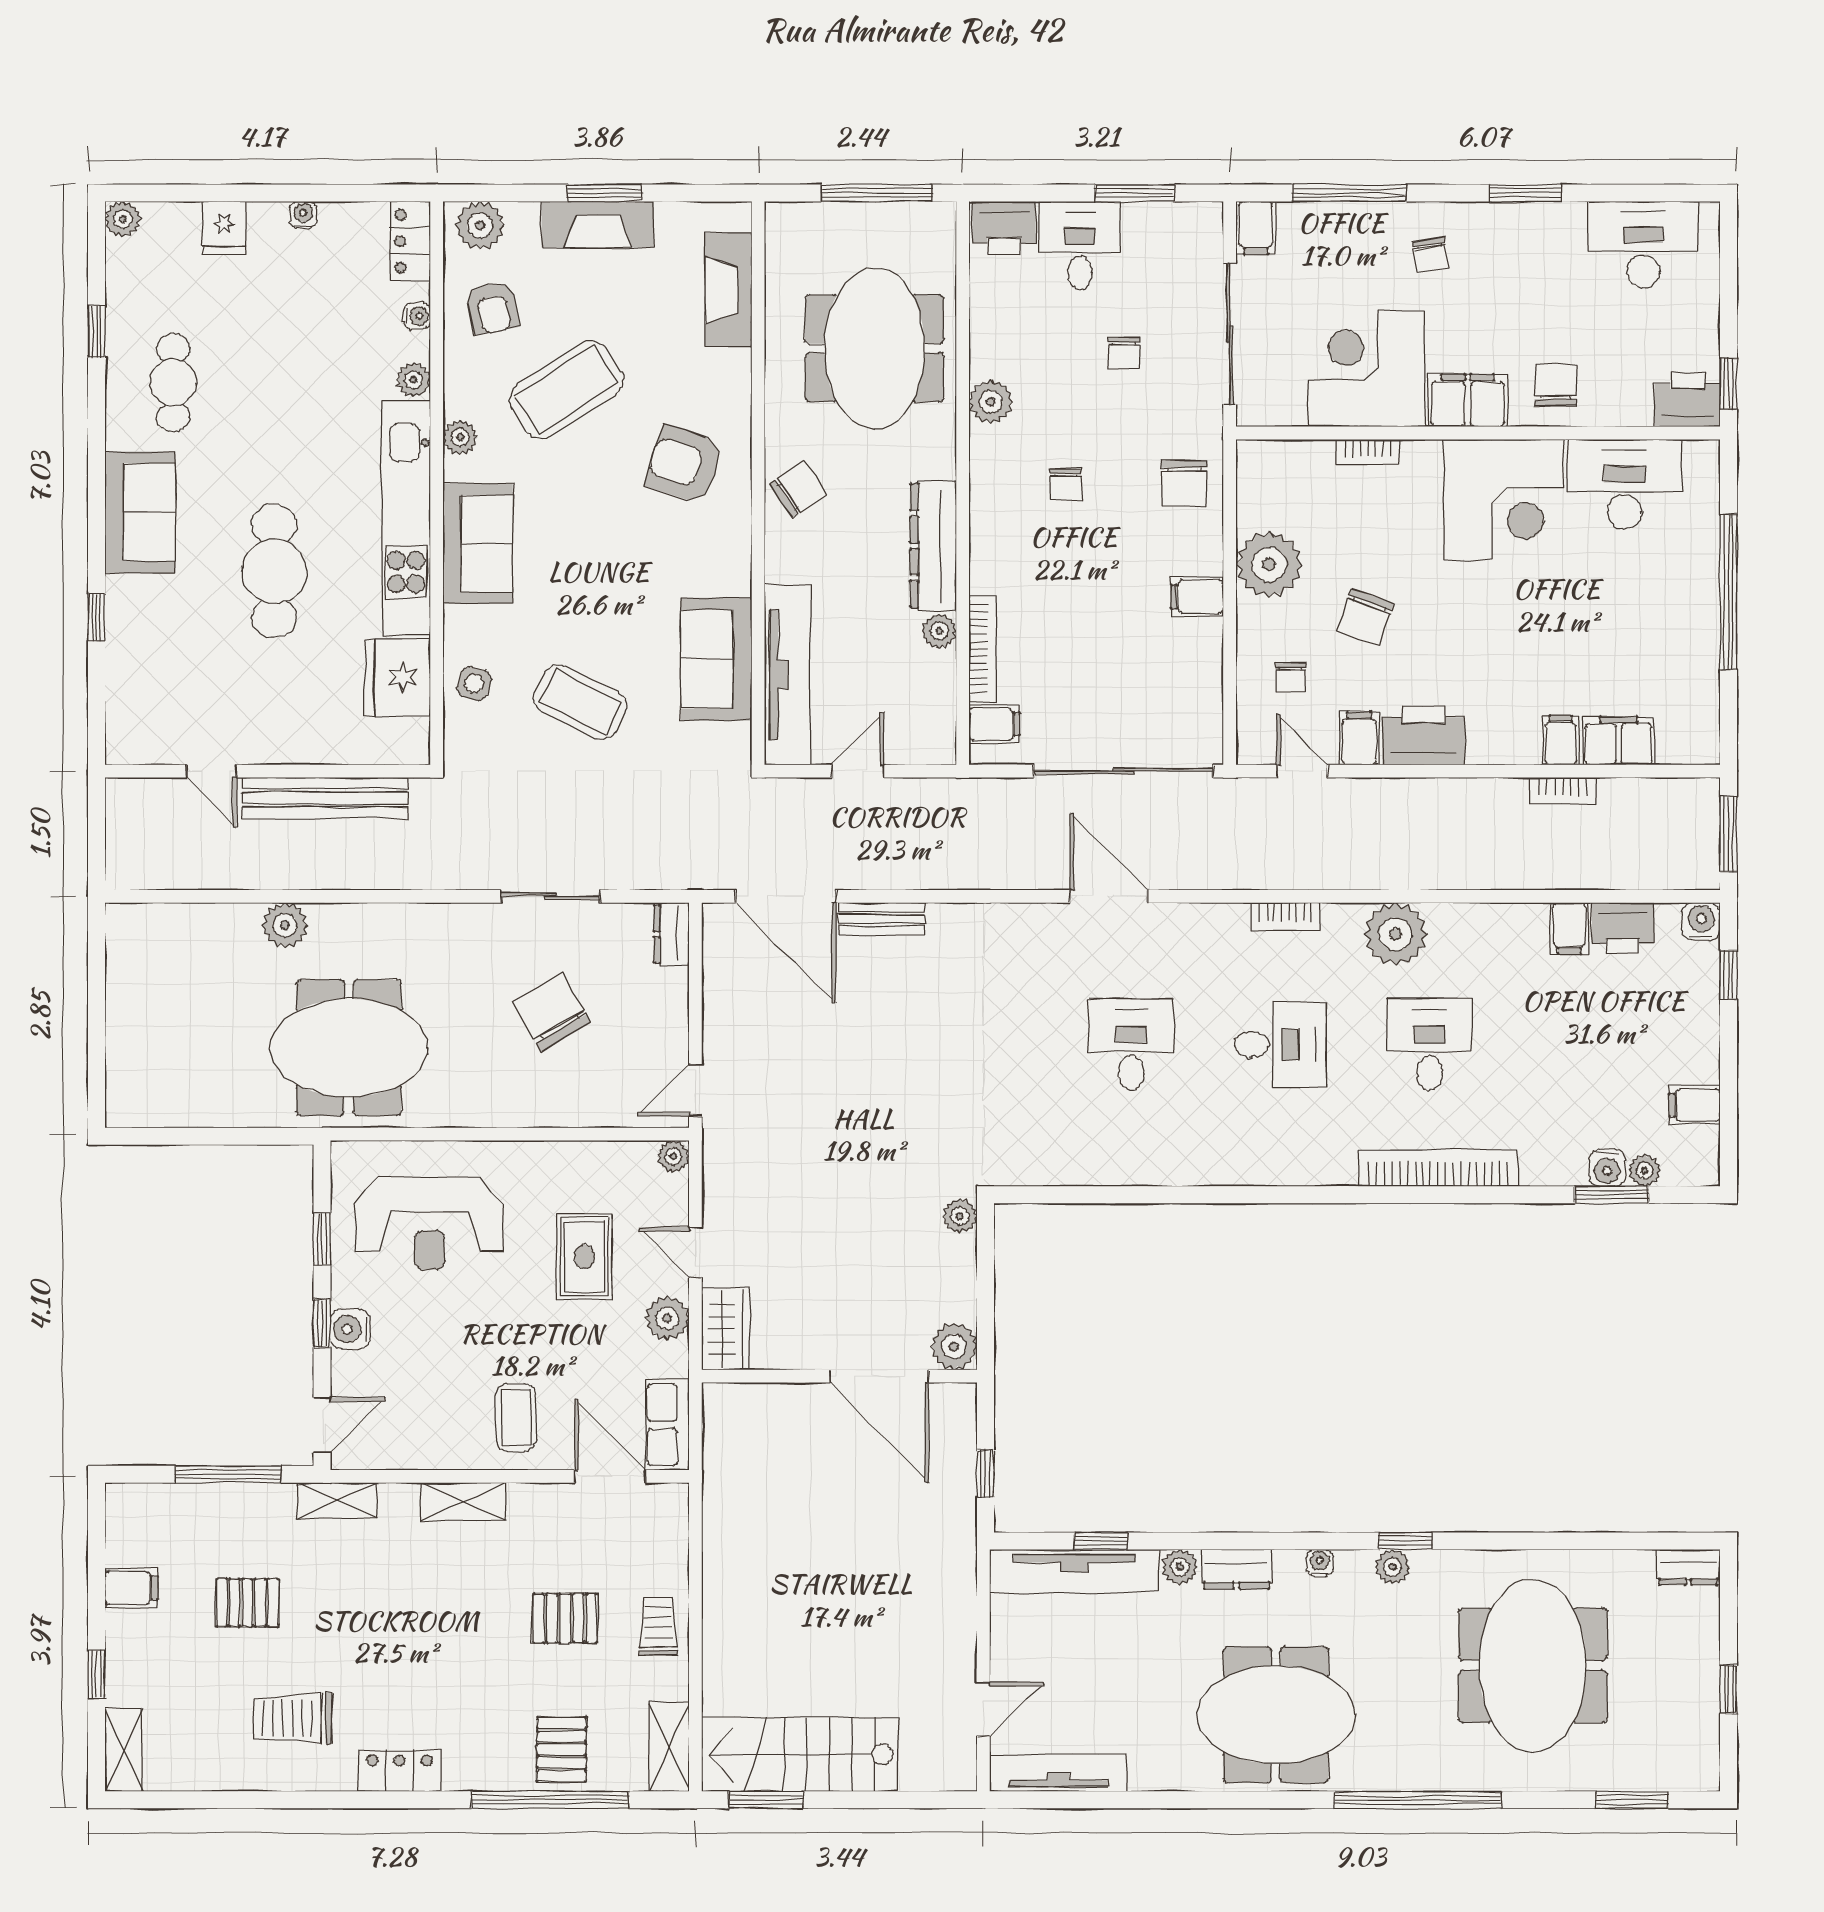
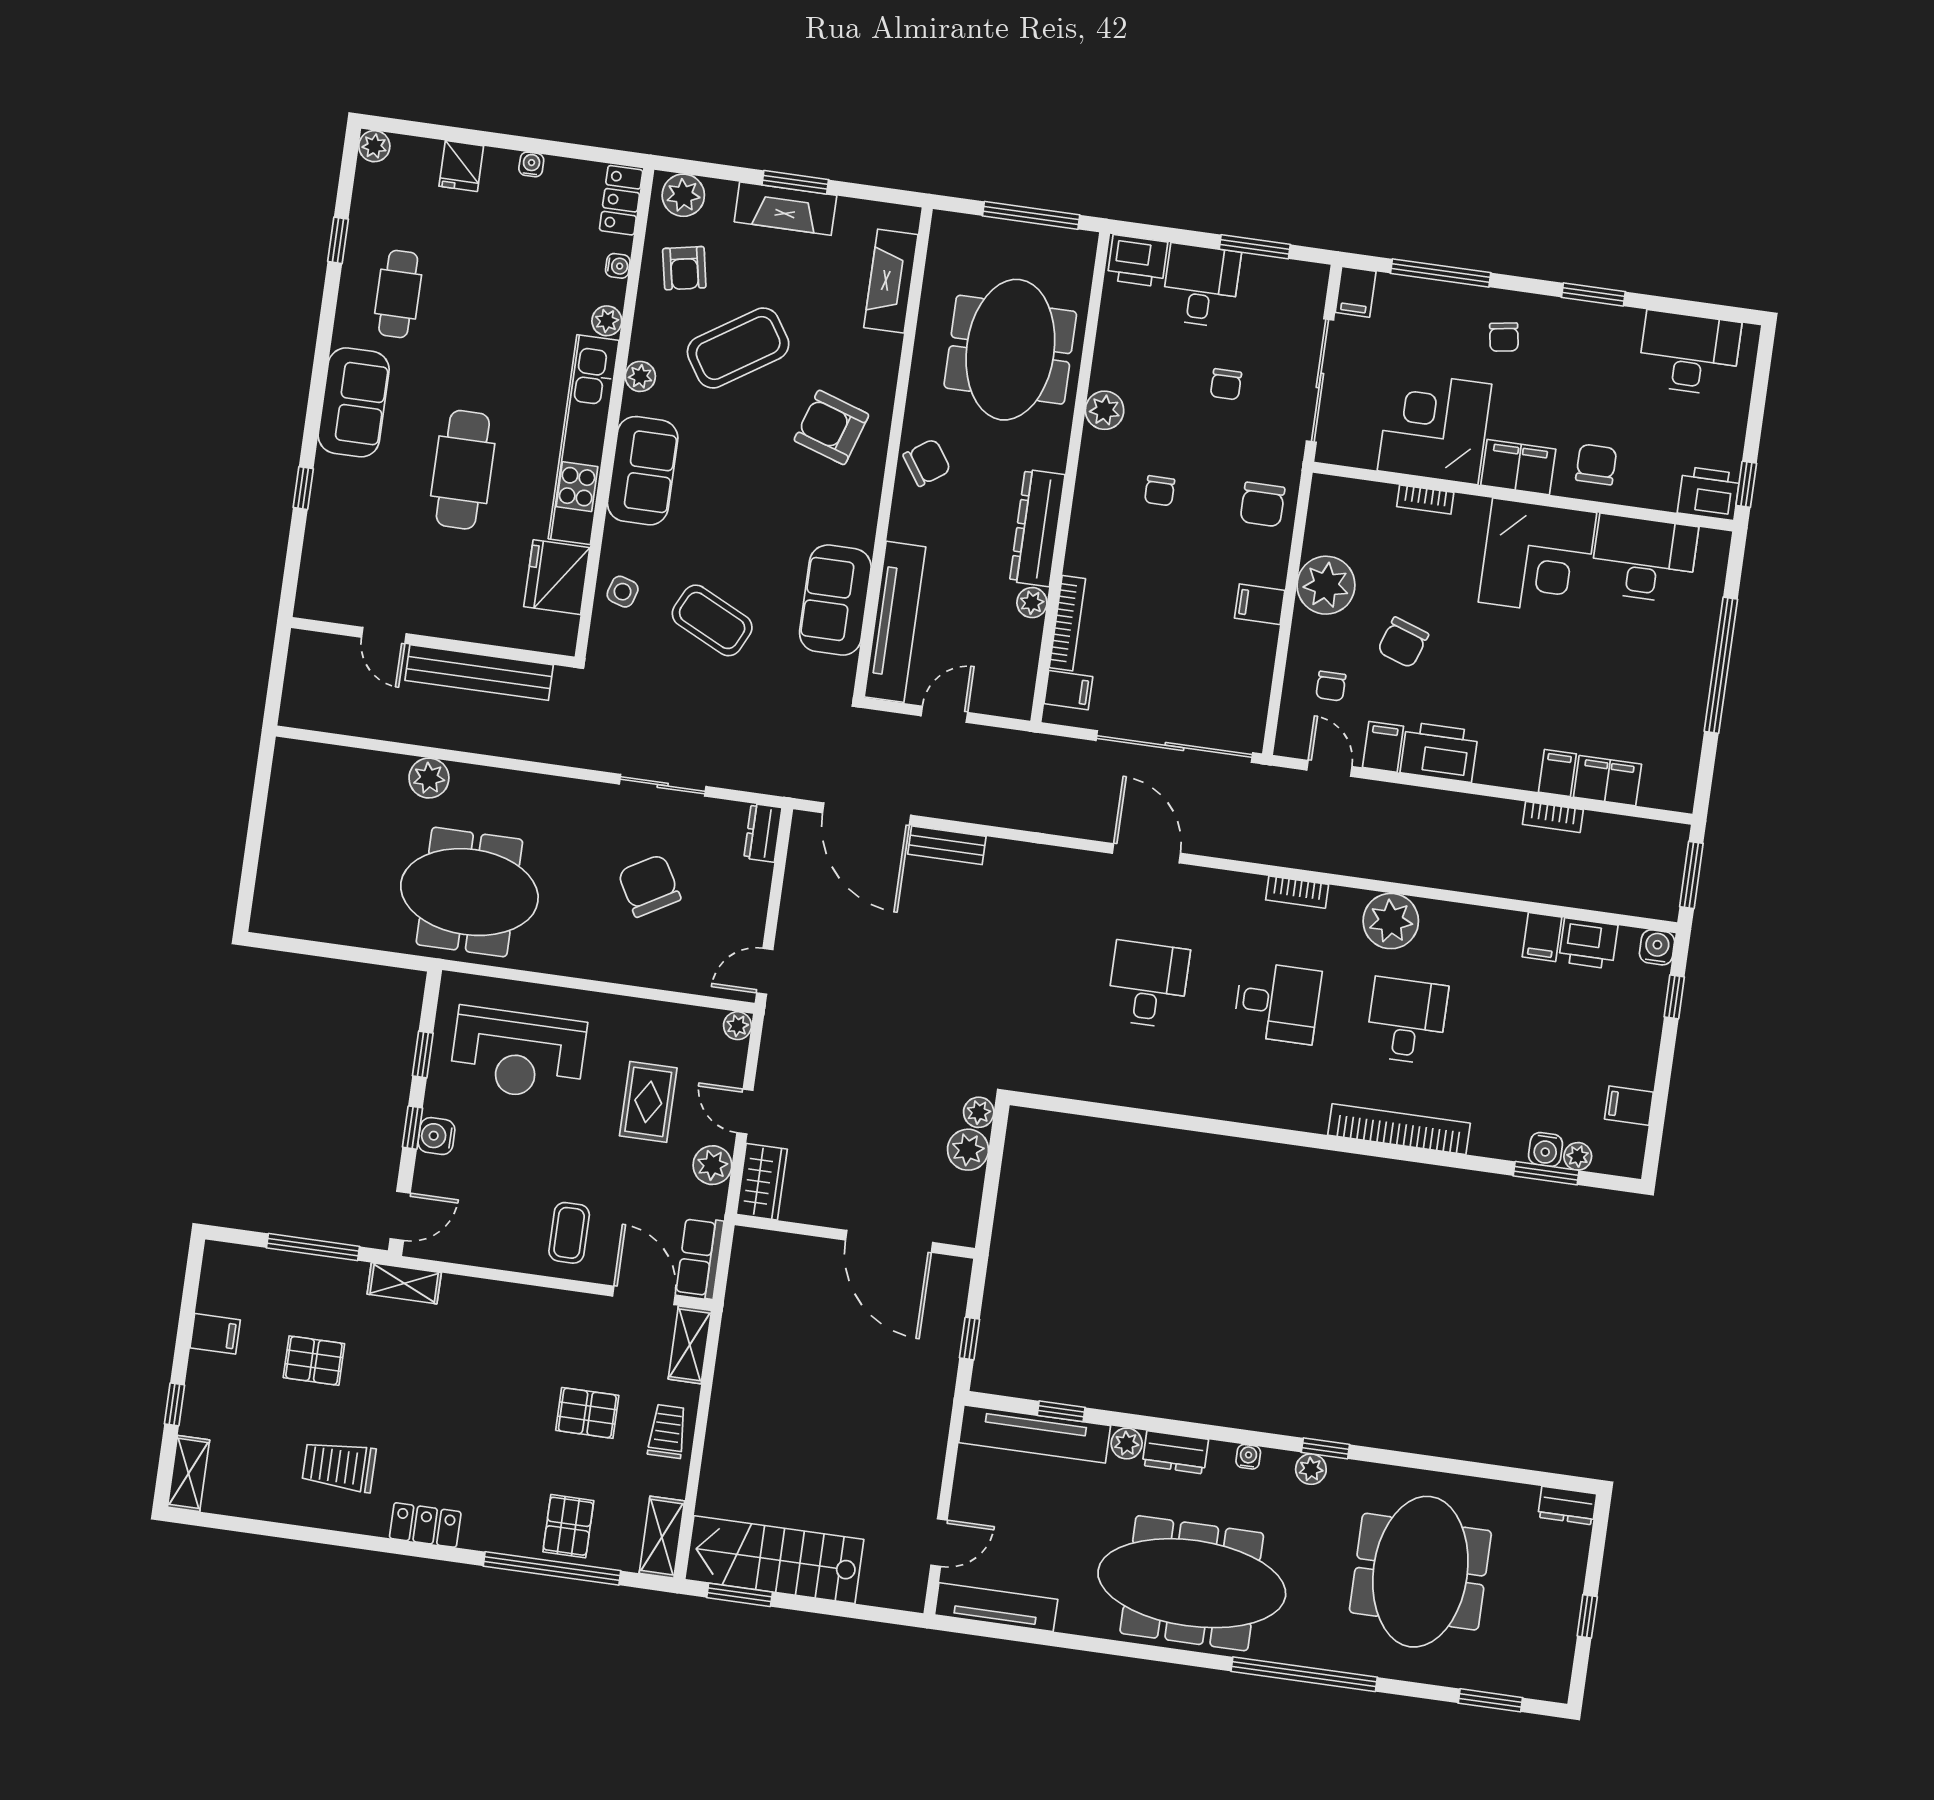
plant: (954, 1347) -> (968, 1150), moved
shelving: (463, 1502) -> (690, 1345), moved, turned 90
meeting table: (1276, 1715) -> (1192, 1583), width x1.36

